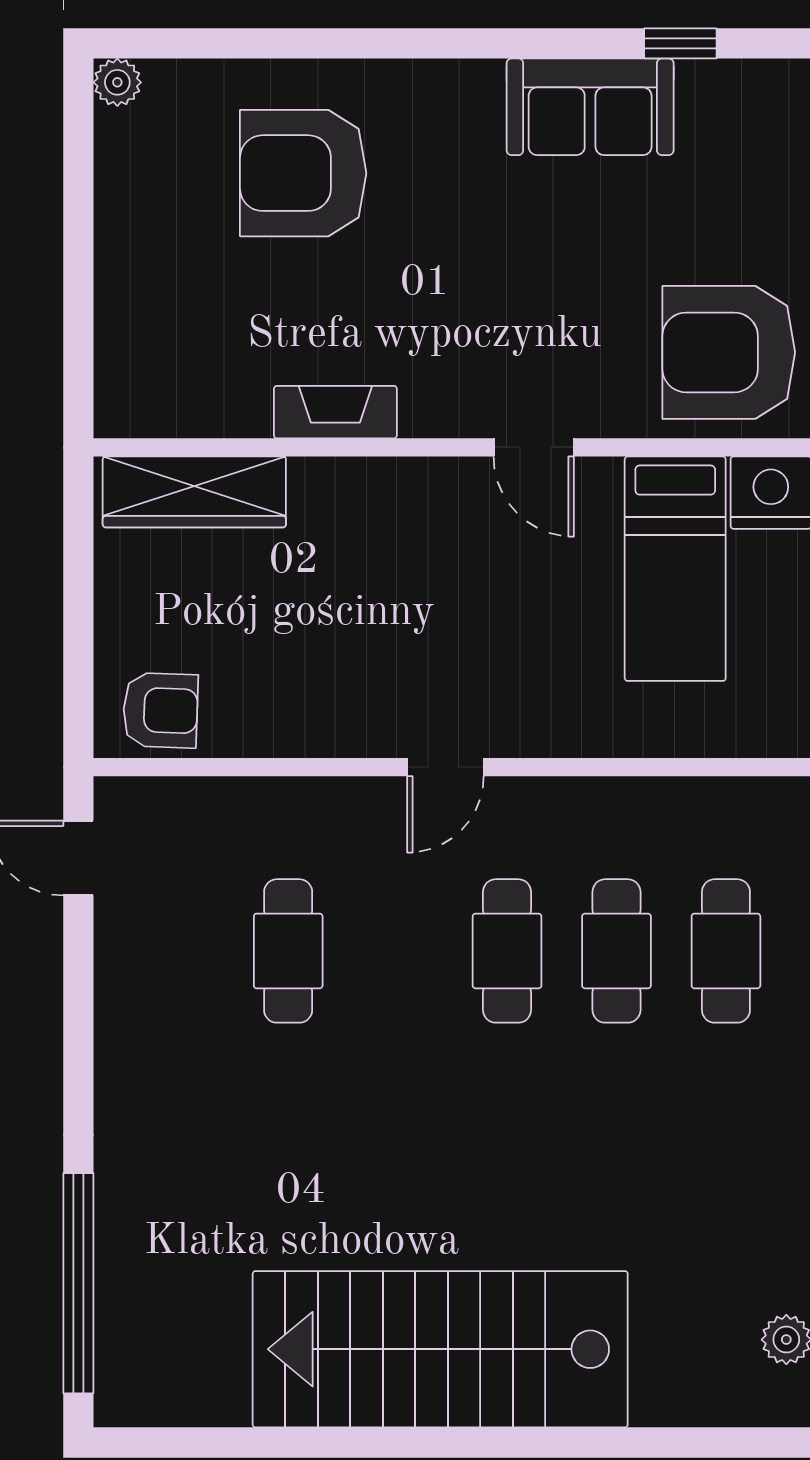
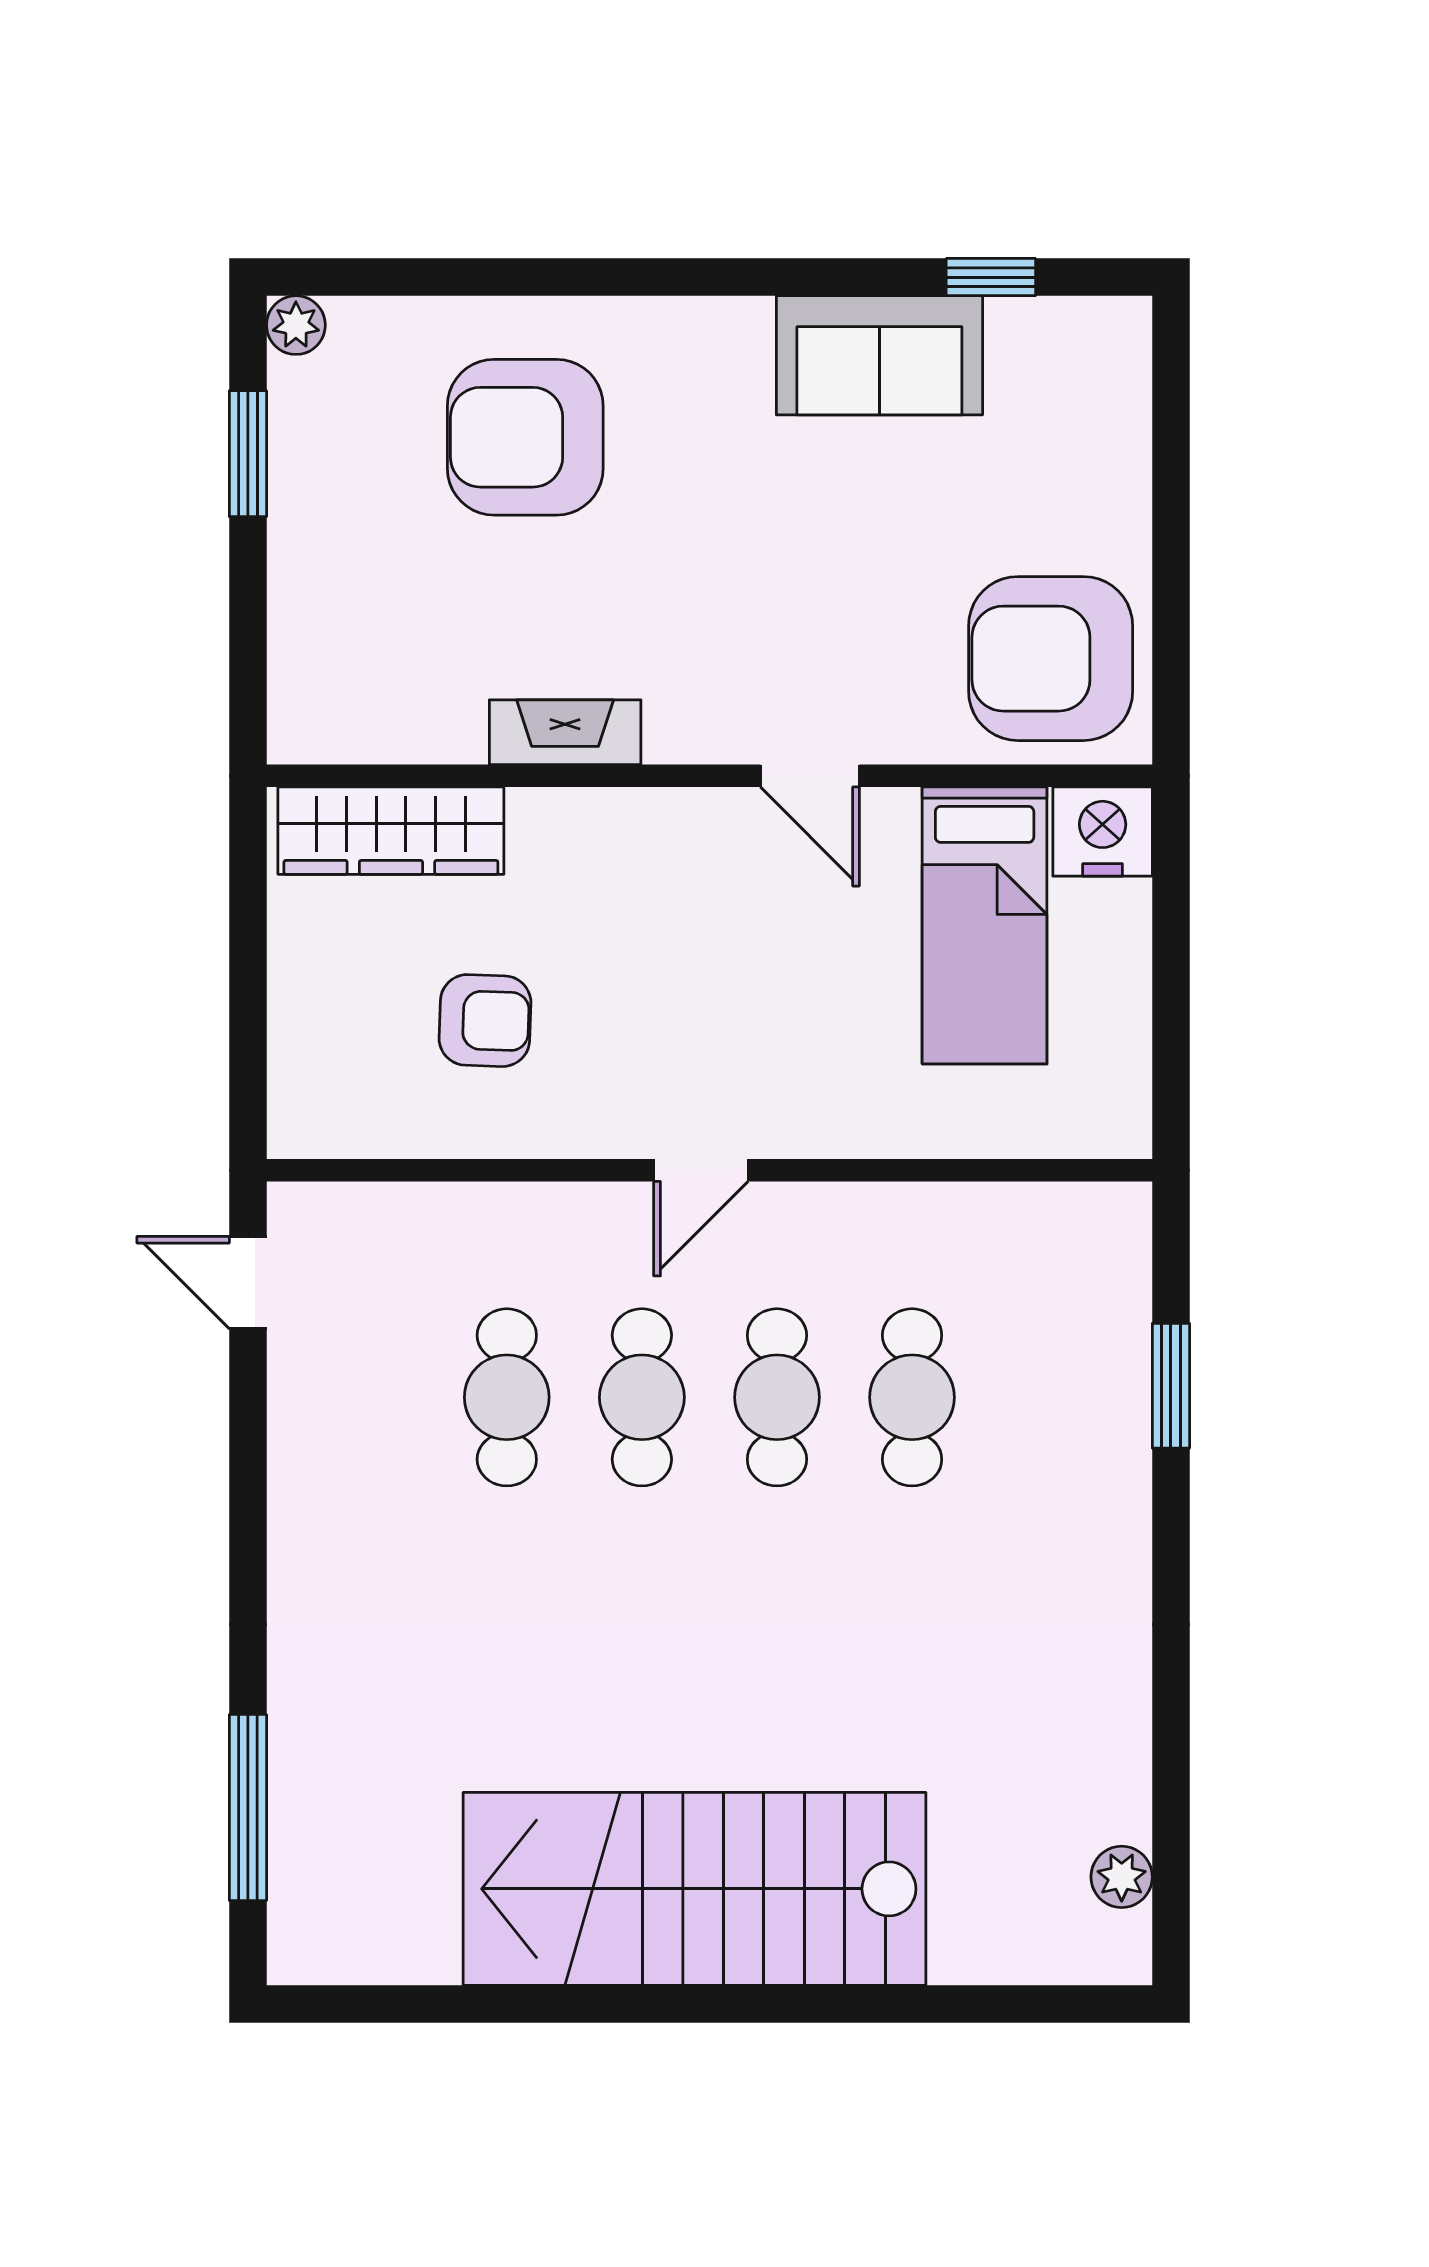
window: (78, 186) -> (248, 454), added
armchair: (160, 710) -> (485, 1021), moved
cafe table: (726, 951) -> (642, 1397), moved
window: (78, 1283) -> (248, 1808), width x0.68

